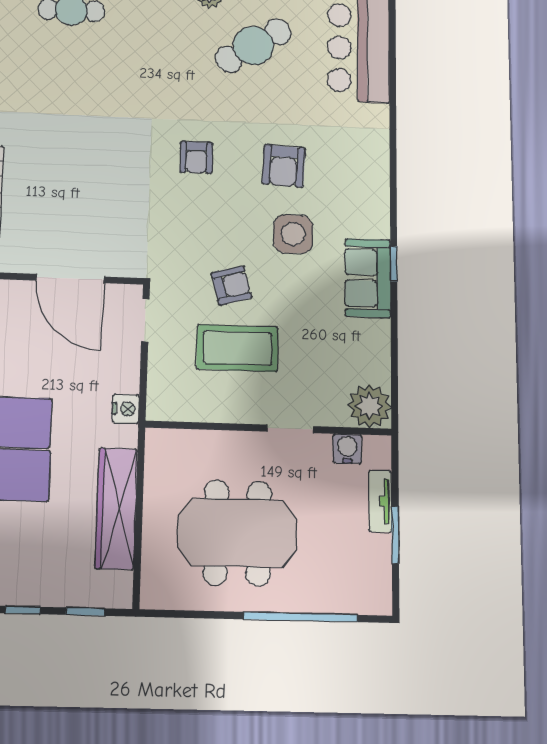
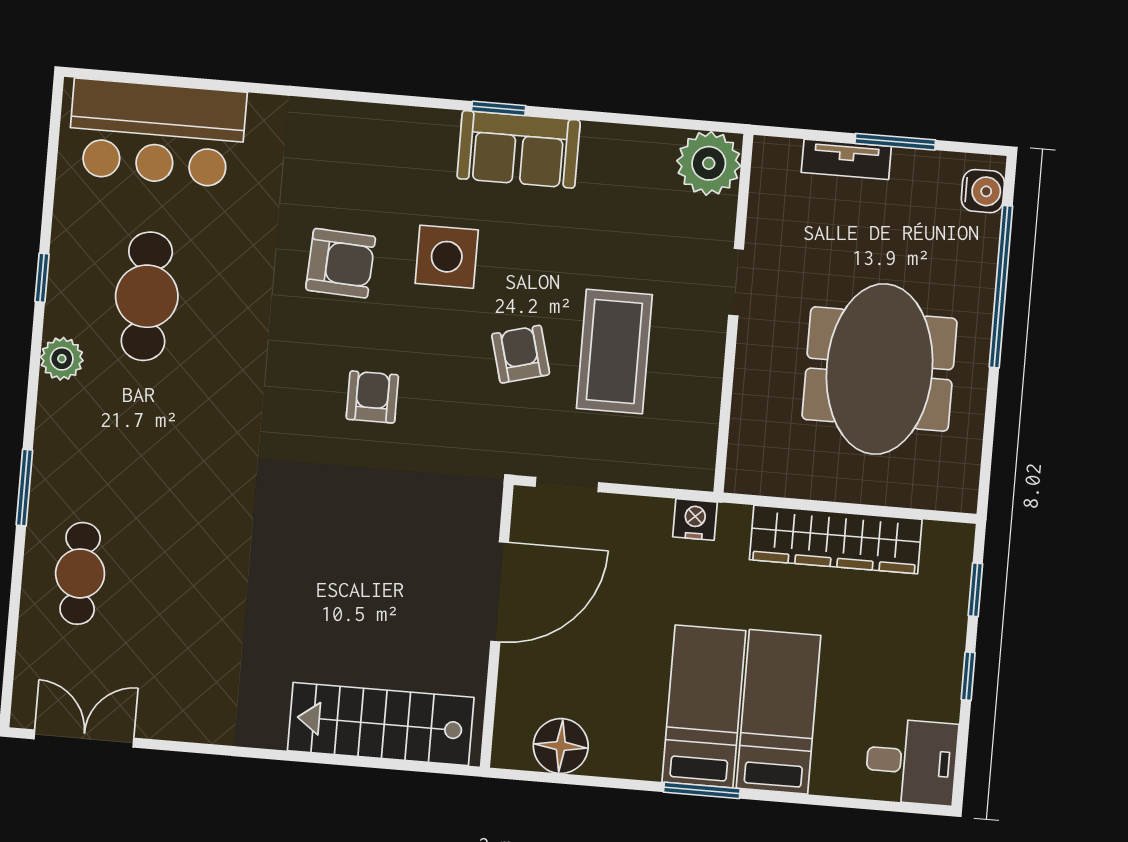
cafe table: (253, 46) -> (147, 296), turned 33
armchair: (196, 157) -> (372, 397), moved, turned -90
water cooler: (347, 449) -> (983, 191), moved, turned 180

